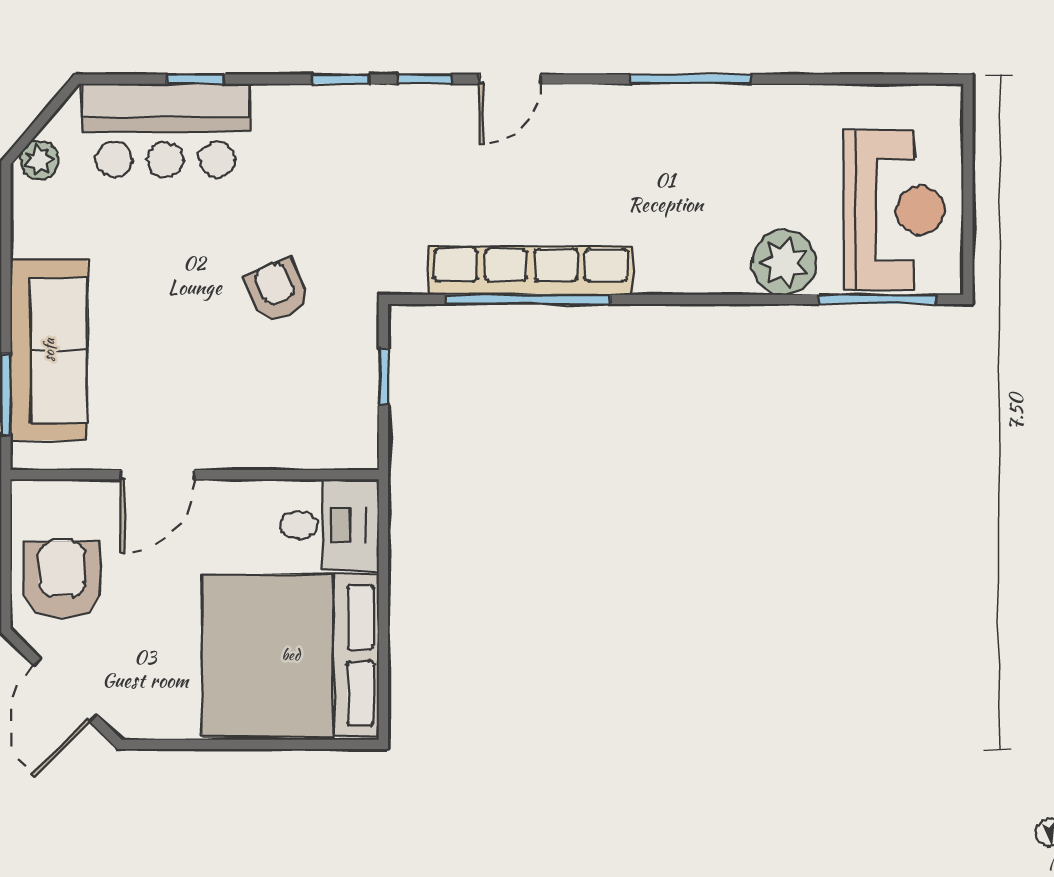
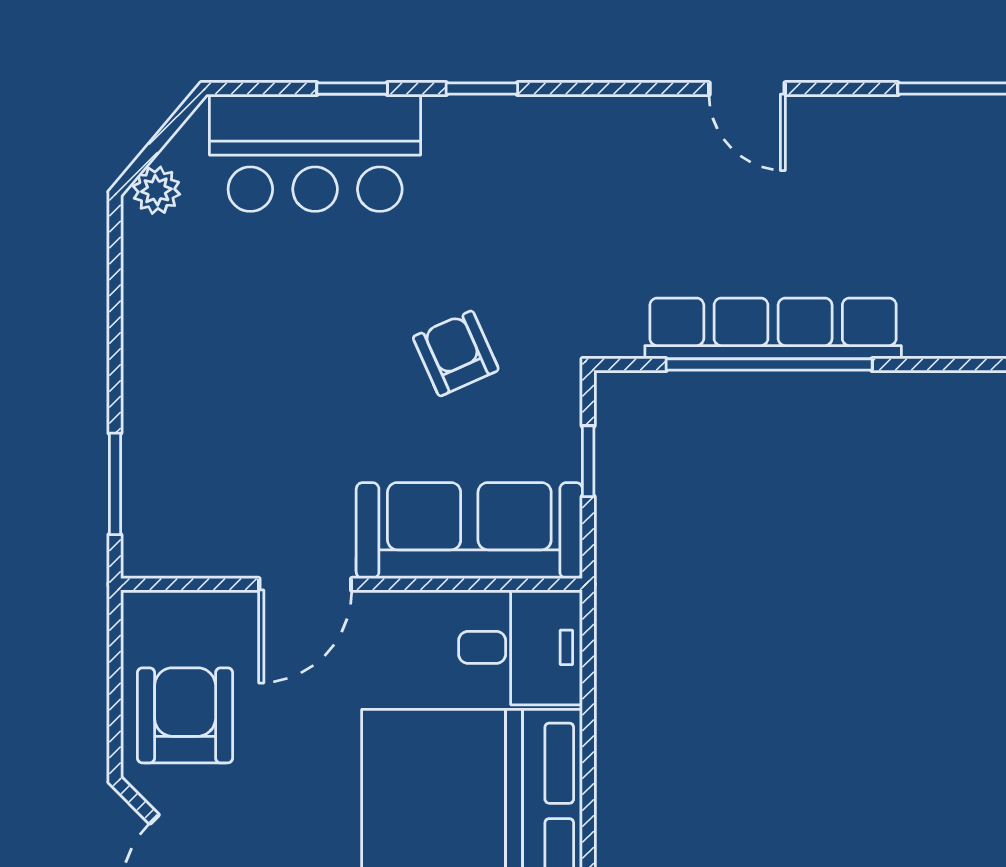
window: (340, 79) -> (482, 89), moved
window: (425, 79) -> (640, 89), removed
door: (510, 79) -> (747, 89), hinge flipped
sofa: (49, 350) -> (469, 531), moved, turned -90

